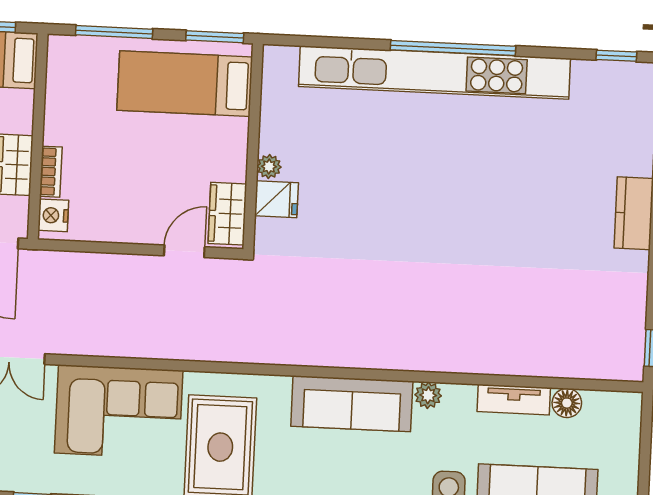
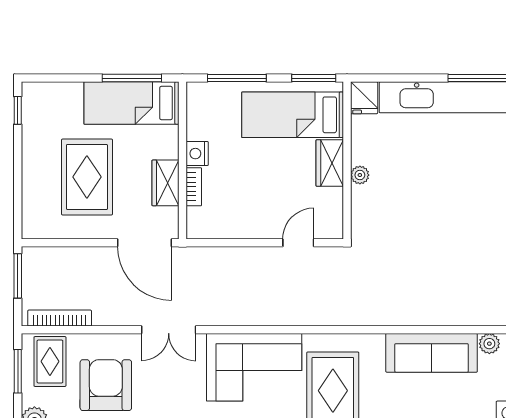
fridge: (276, 199) -> (364, 98), moved, turned 90
wardrobe: (227, 214) -> (330, 163), moved
nightstand: (53, 215) -> (197, 154), moved

